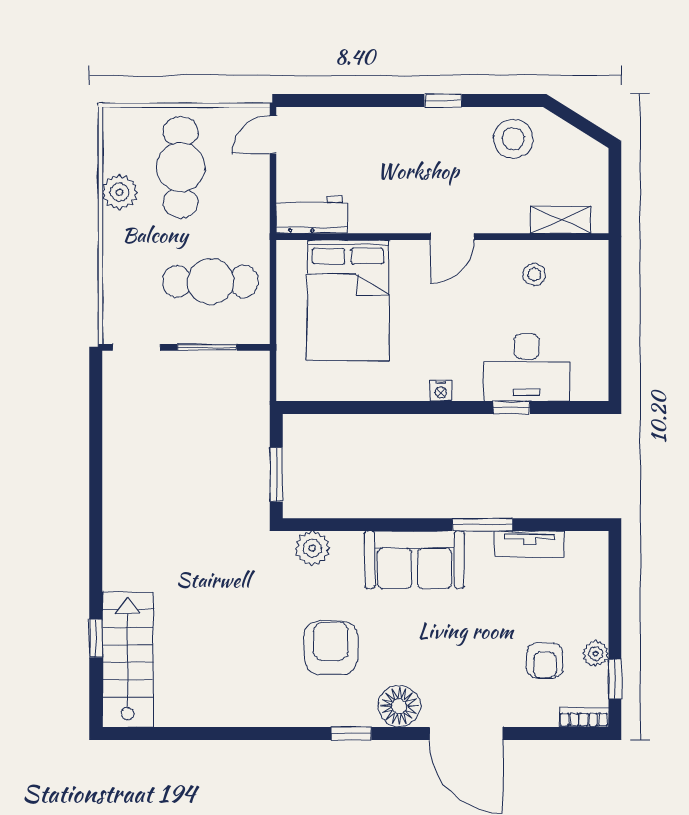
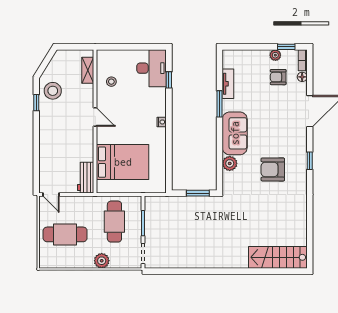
window: (443, 101) -> (36, 103), moved
plant: (120, 192) -> (102, 261), moved
desk: (527, 367) -> (152, 68), moved
window: (511, 408) -> (169, 80), moved
plant: (312, 548) -> (230, 163), moved
window: (96, 638) -> (269, 271), removed
armchair: (545, 660) -> (278, 77), turned 180
floor lamp: (399, 706) -> (302, 77), moved, width x0.53, depth x0.53

